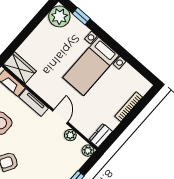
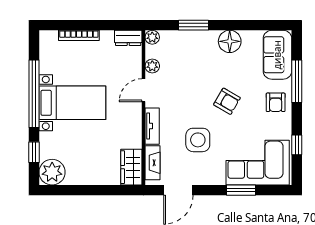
window: (117, 48) -> (34, 94), added

